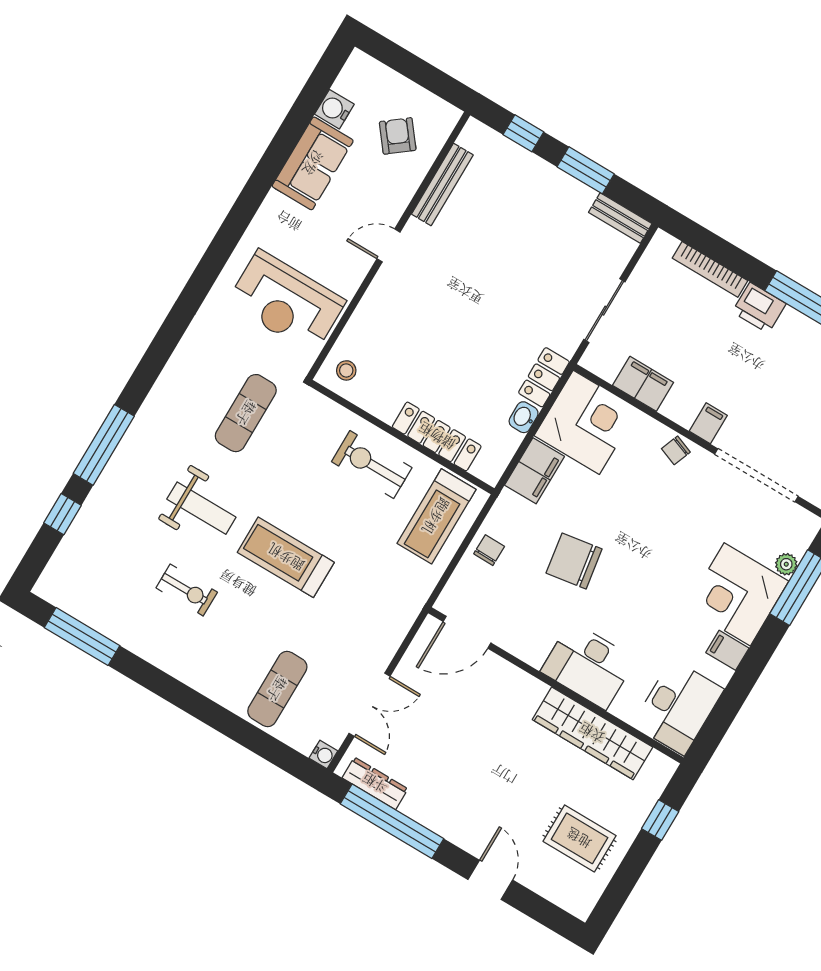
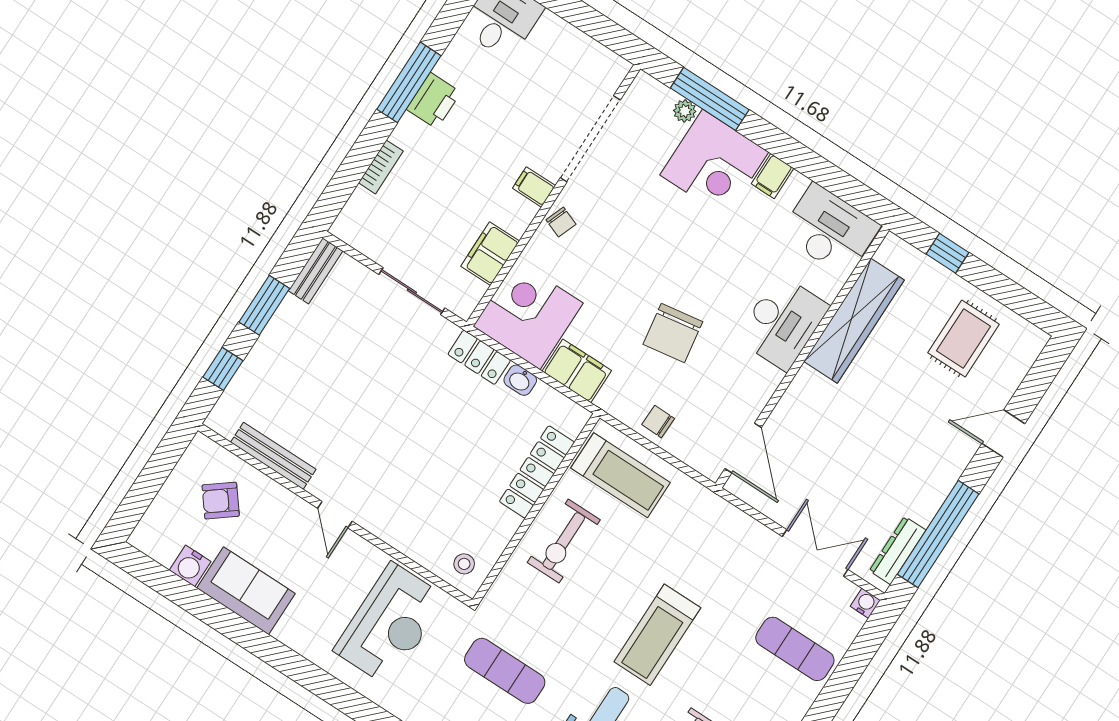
bookcase: (710, 269) -> (381, 167), width x0.64
printer: (759, 308) -> (434, 101), moved

